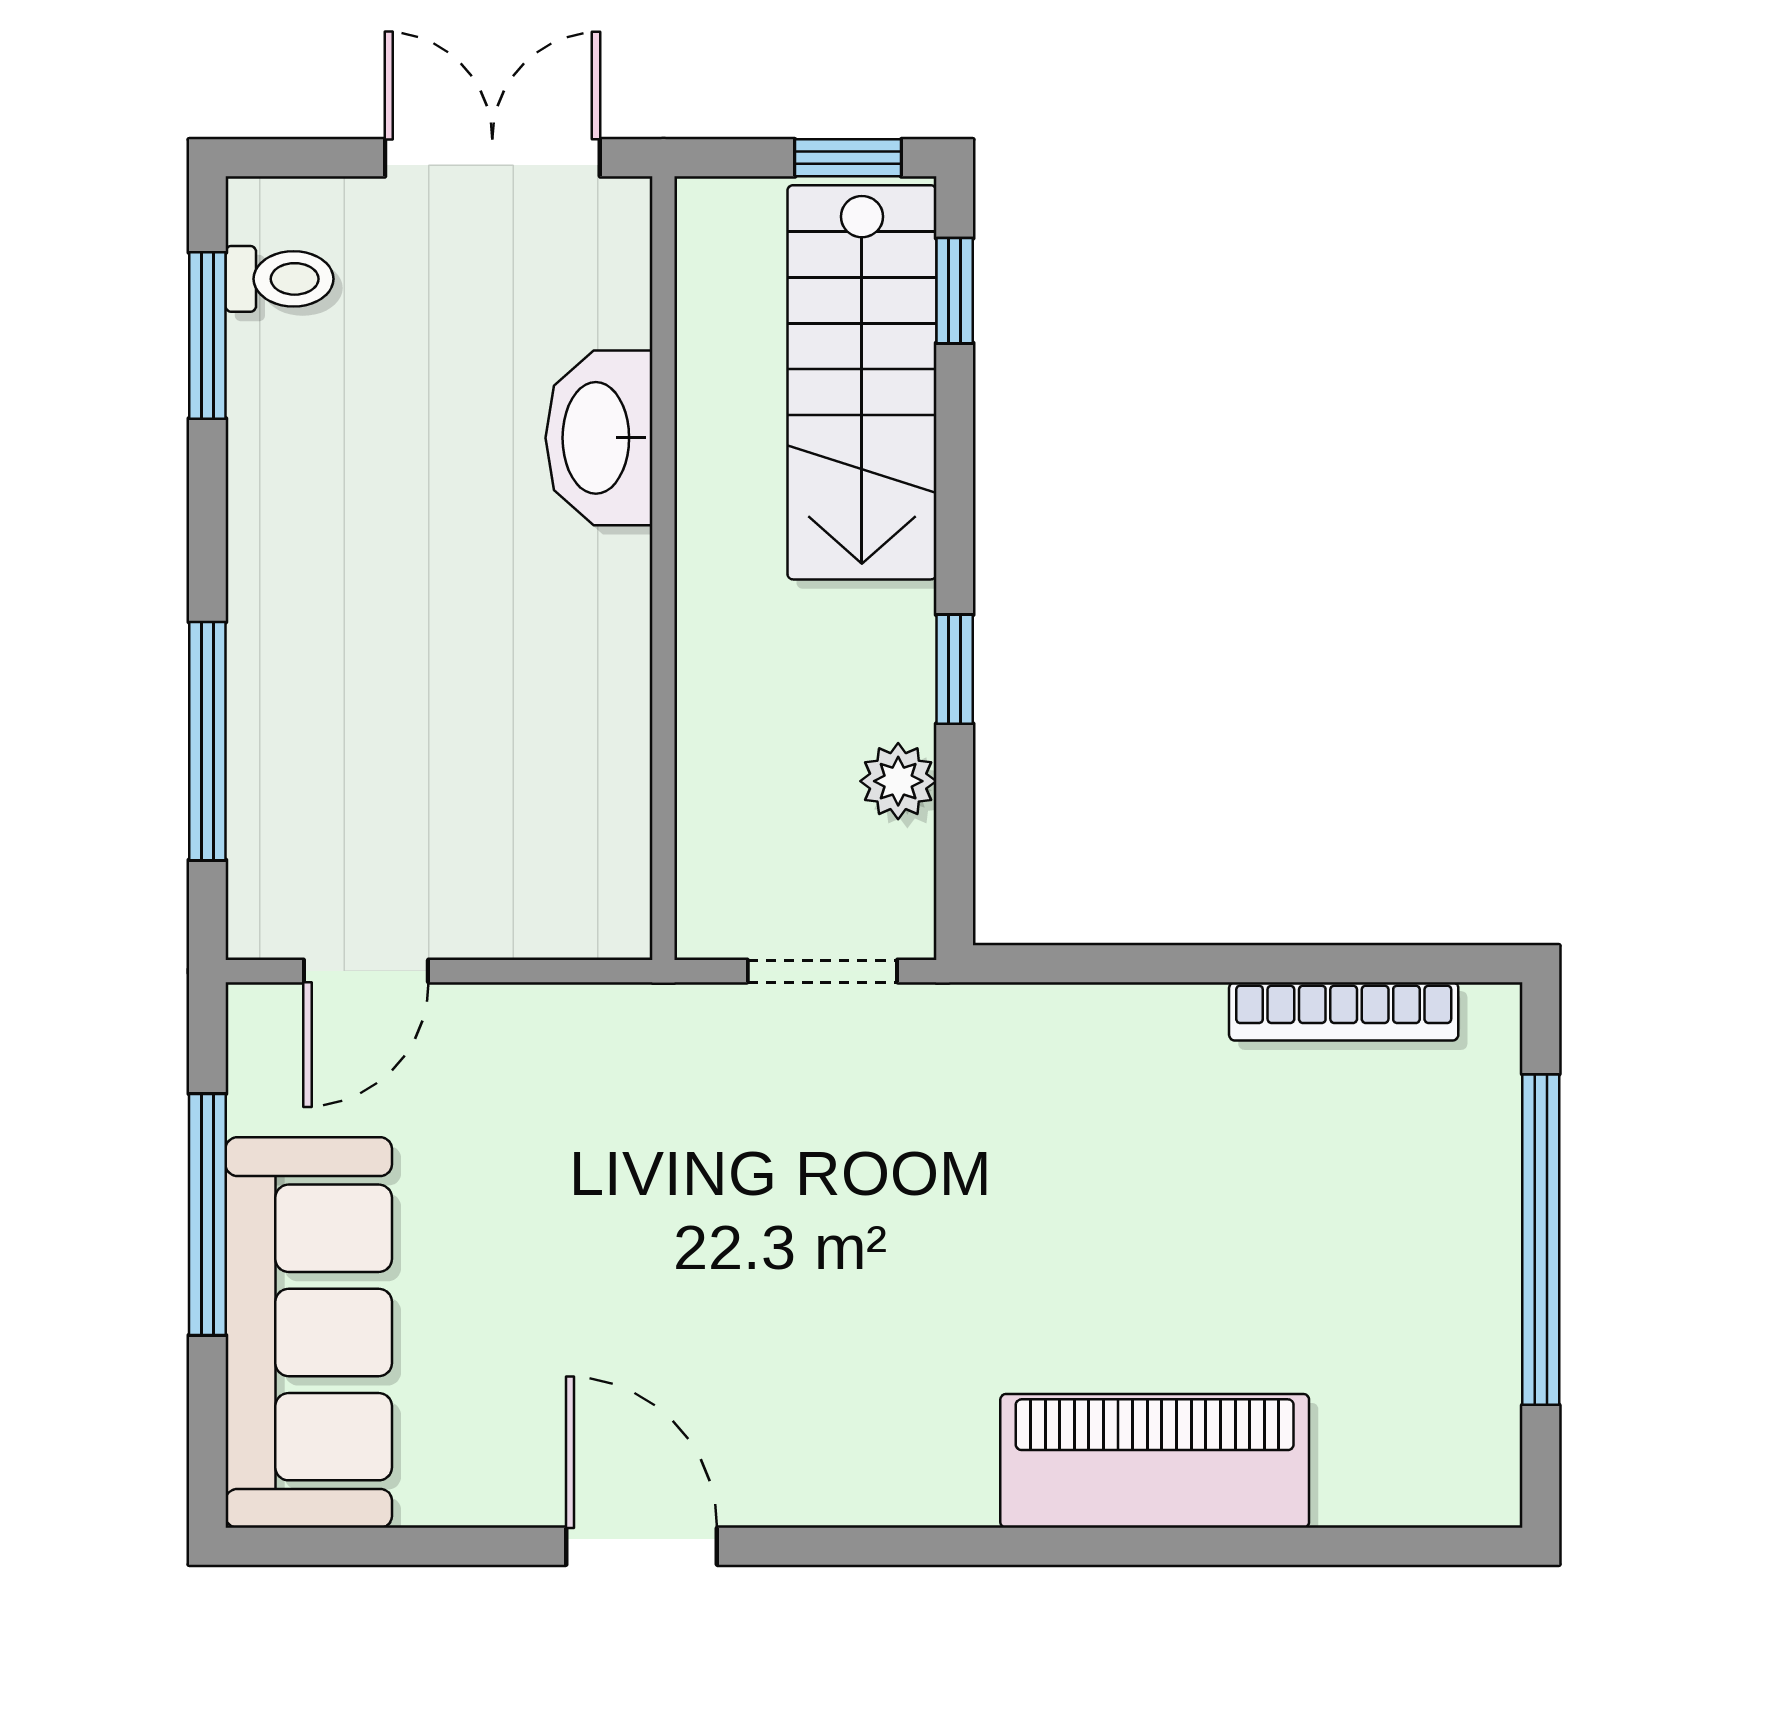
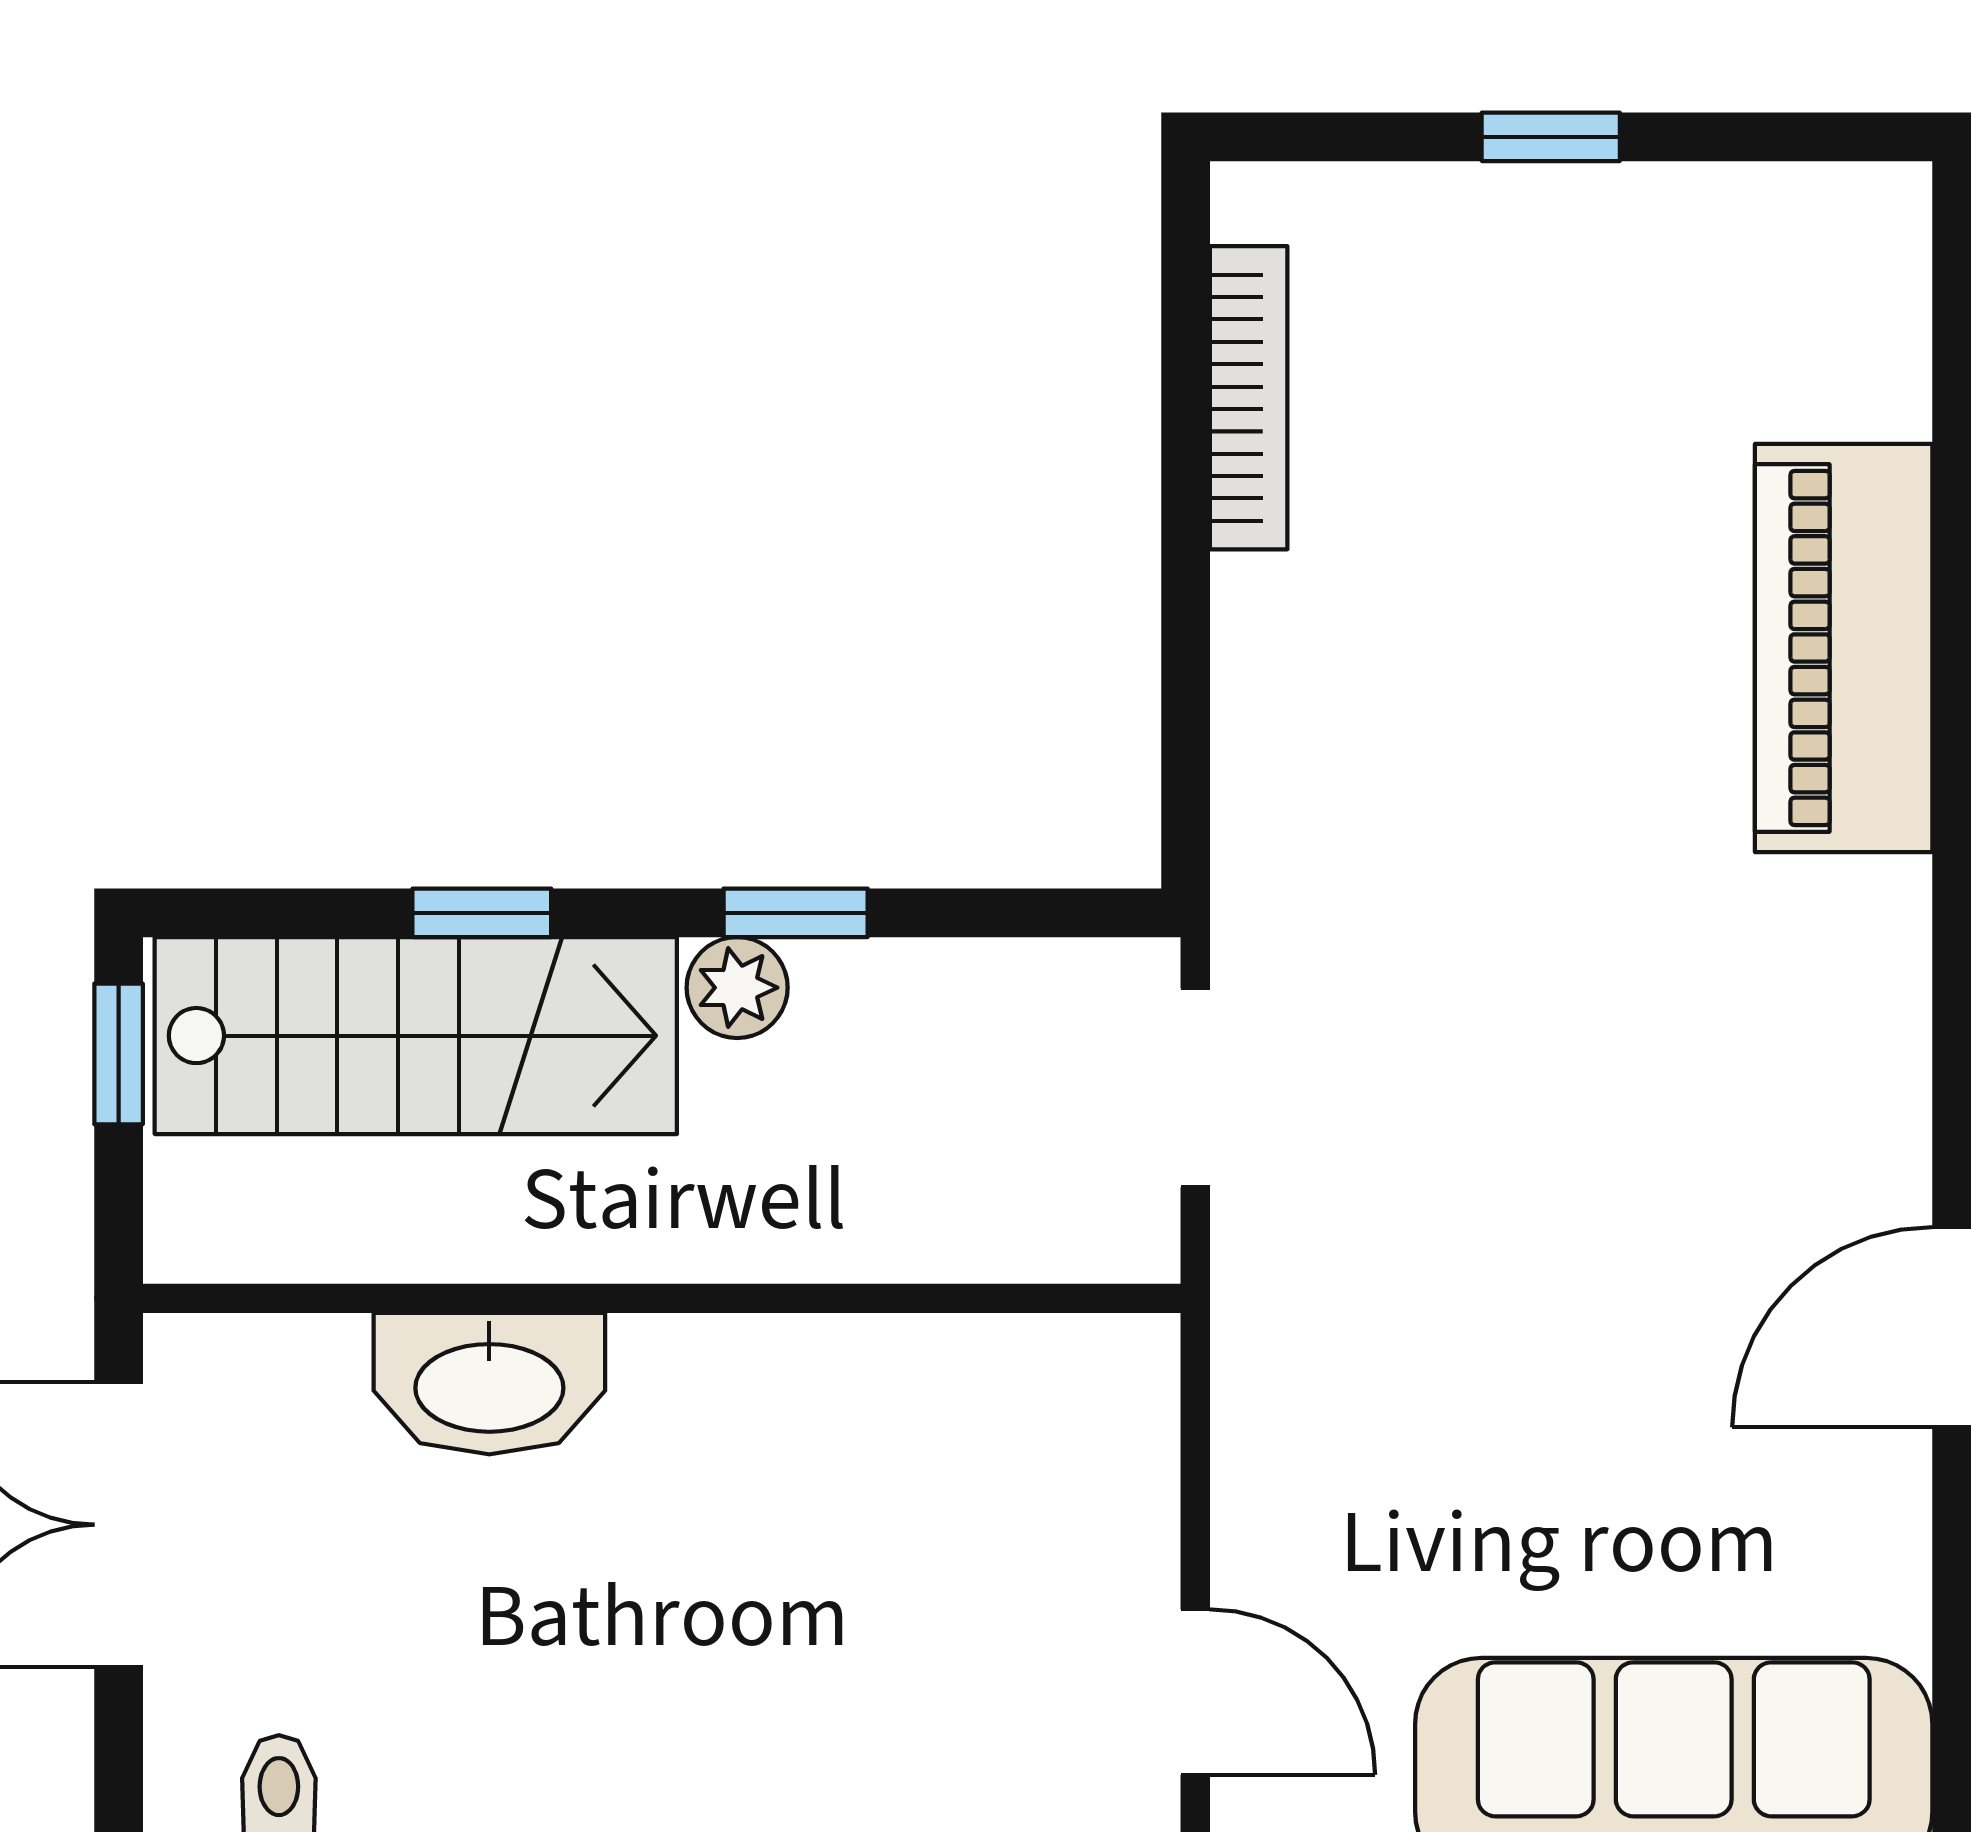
window: (955, 291) -> (482, 913), moved
plant: (898, 781) -> (737, 988), moved
window: (1541, 1240) -> (1551, 137), width x0.32

